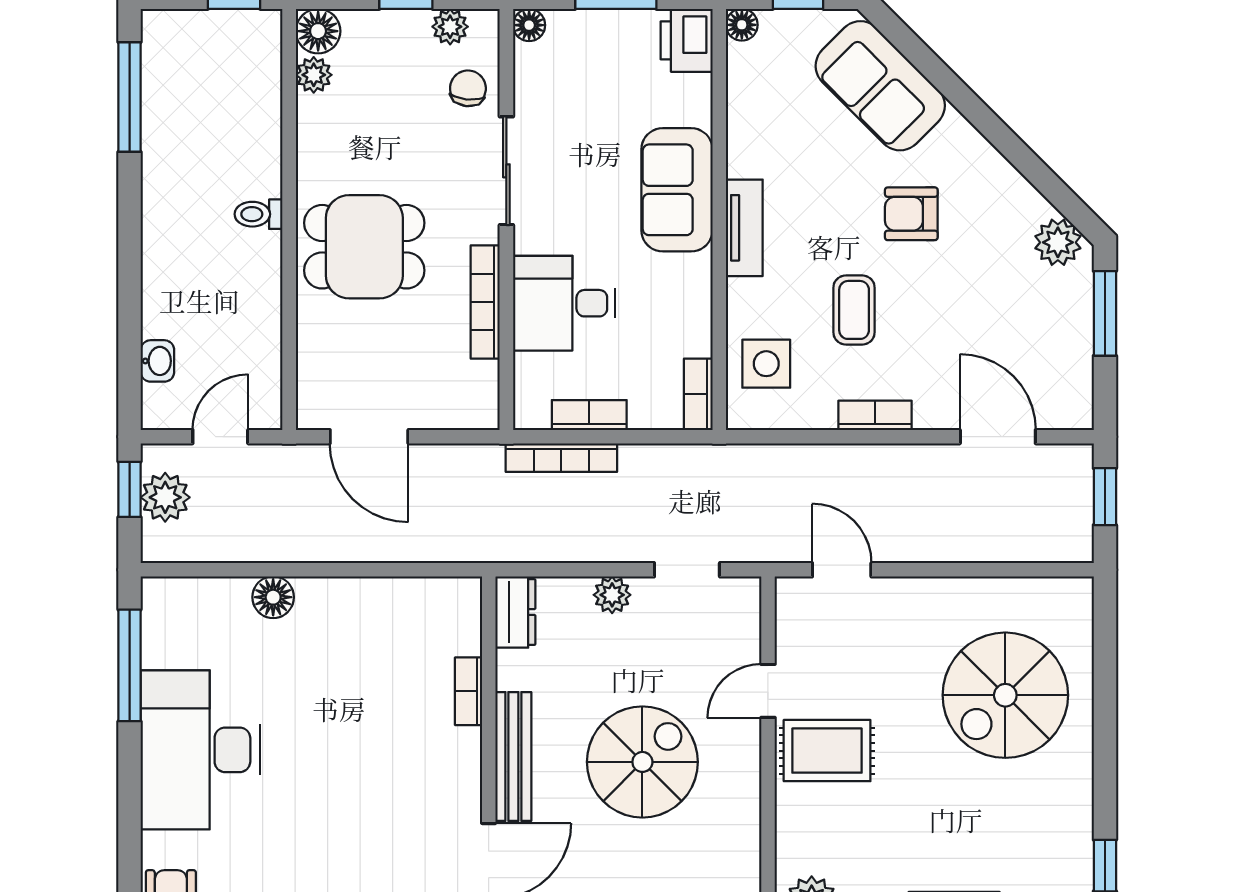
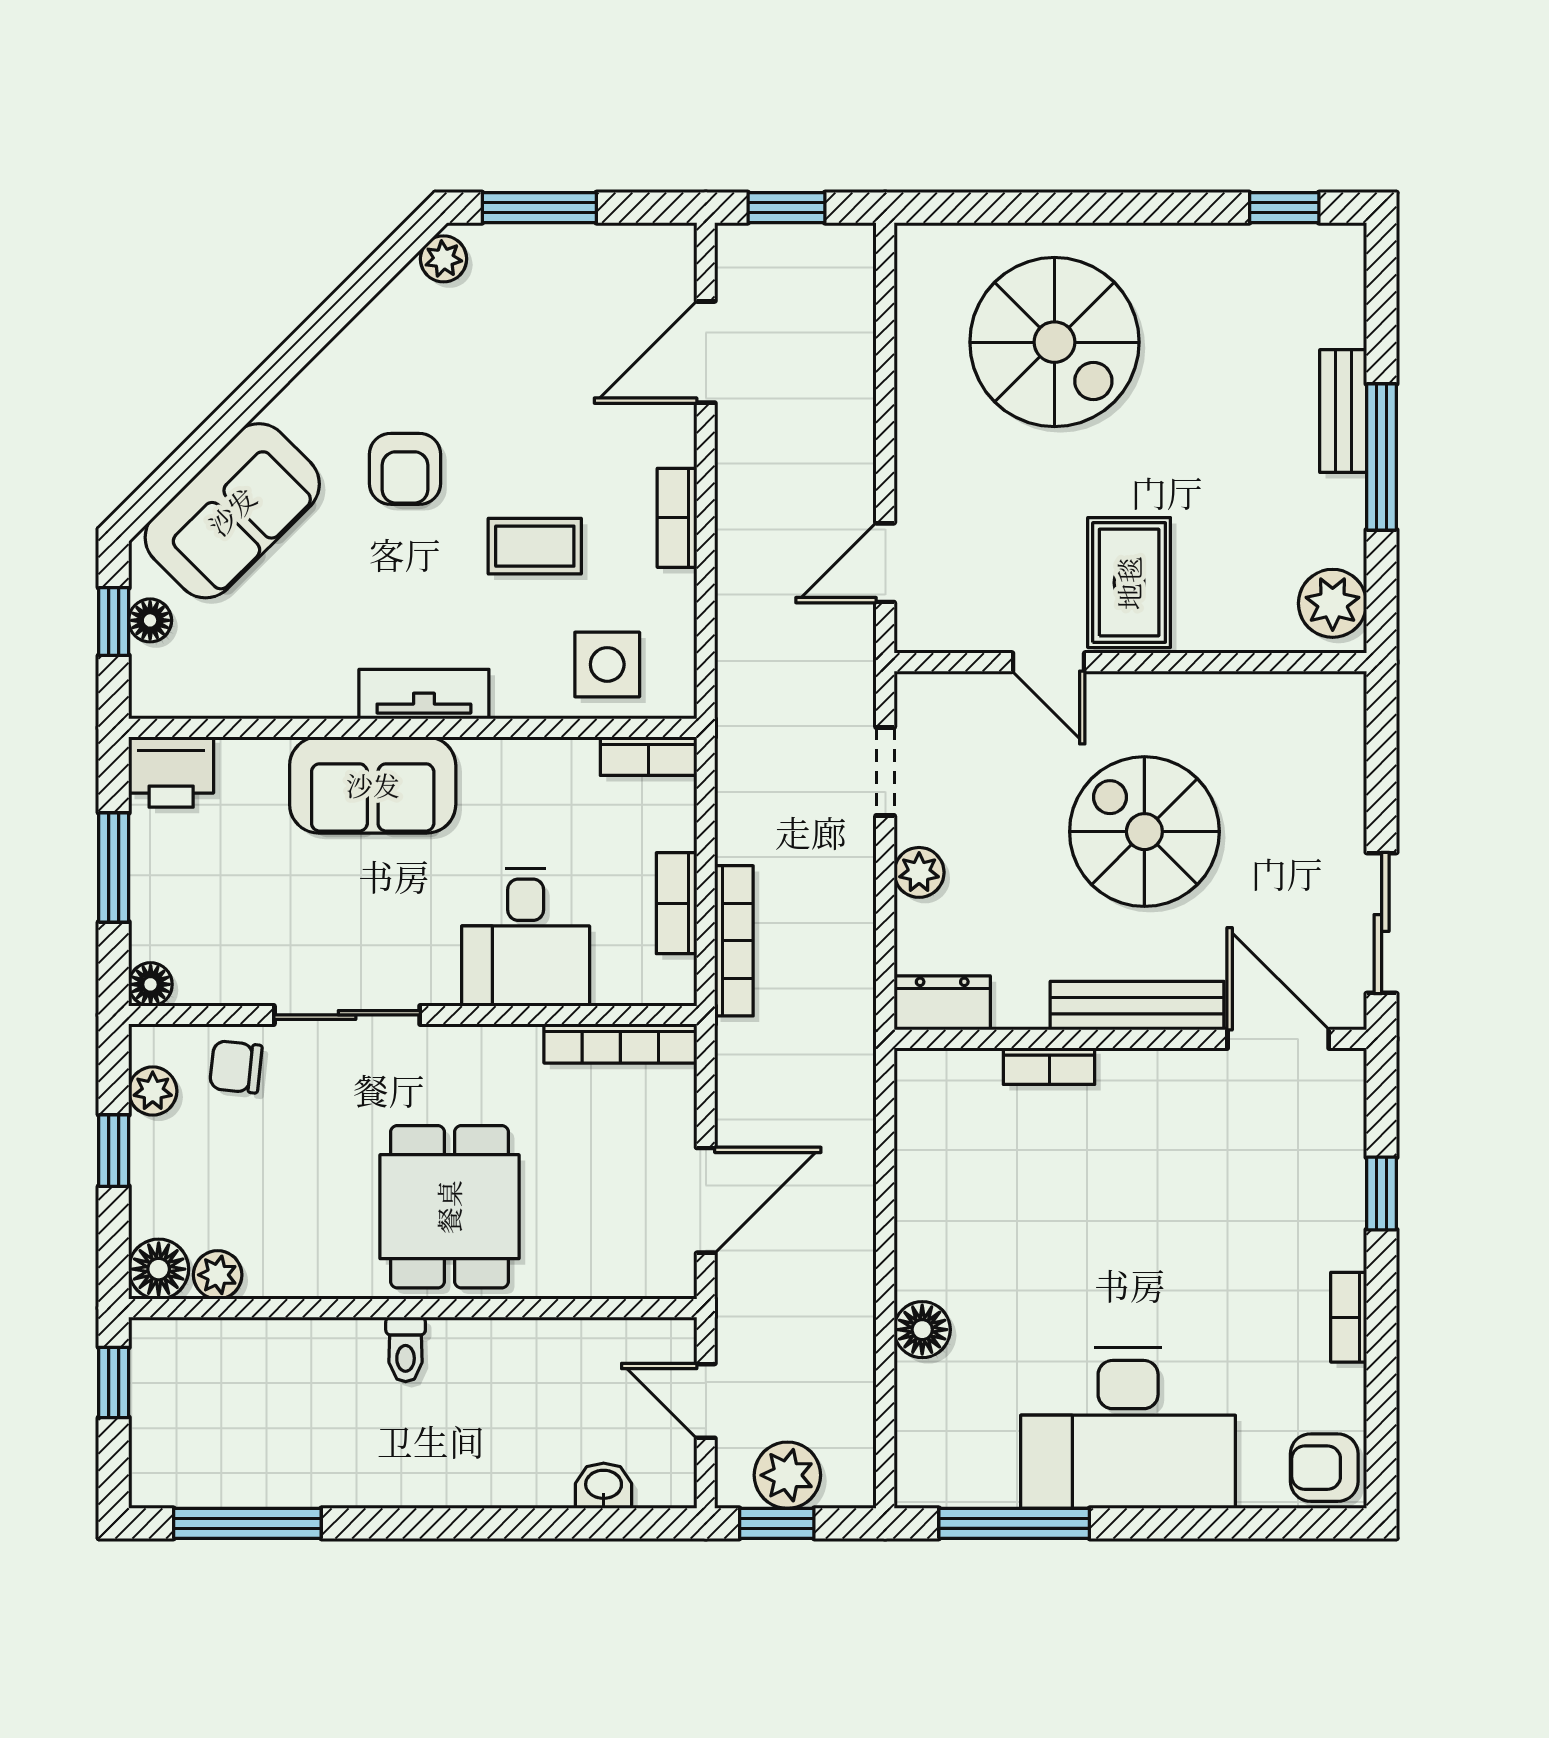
floor lamp: (742, 25) -> (150, 620), moved
plant: (1058, 242) -> (443, 259), width x0.73, depth x0.73
bookcase: (485, 302) -> (620, 1044), moved

